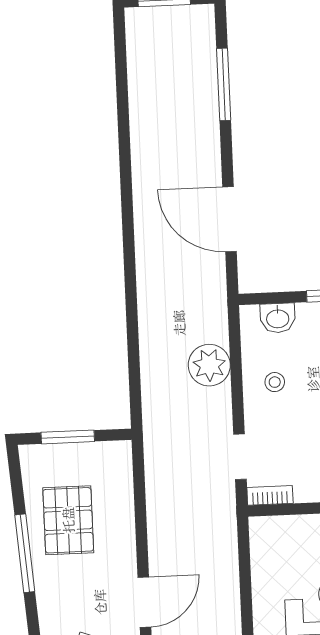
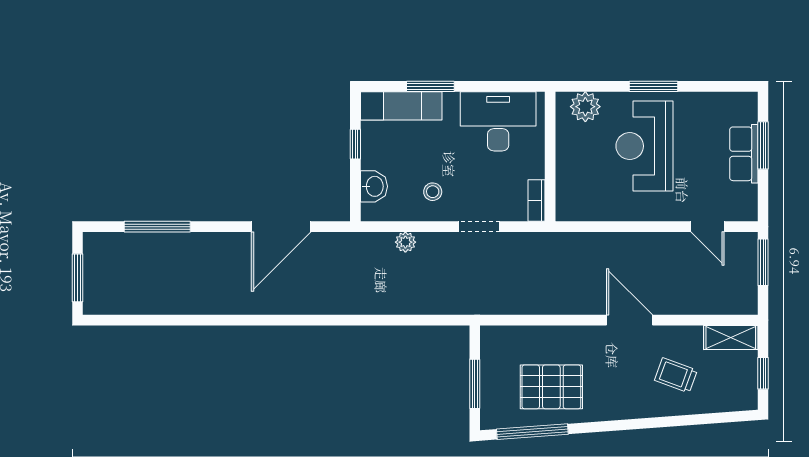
plant: (209, 365) -> (405, 242), width x0.53, depth x0.53
doorway: (240, 457) -> (479, 227), moved
window: (25, 553) -> (532, 432), moved

